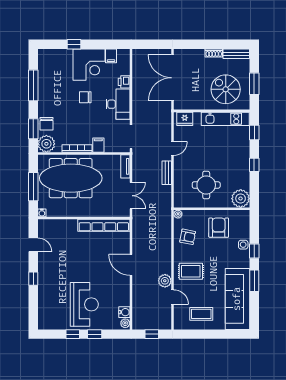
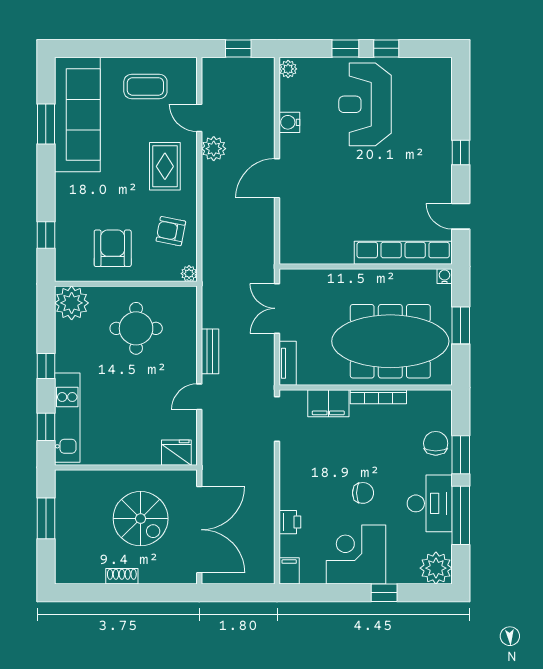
bench: (236, 54) -> (80, 575), removed
filing cabinet: (111, 56) -> (289, 571), moved
spiral stairs: (226, 89) -> (141, 519), moved
desk: (118, 104) -> (430, 503), moved, turned 180
kitchen unit: (225, 119) -> (67, 418), moved, turned 90
window: (33, 129) -> (461, 455), moved
plant: (46, 144) -> (436, 568), moved
filing cabinet: (98, 145) -> (328, 403), width x2.00
window: (33, 187) -> (461, 325), width x0.69
row of seats: (104, 225) -> (403, 253), moved
armchair: (219, 228) -> (113, 248), turned 180
side table: (243, 245) -> (67, 216), removed
window: (254, 251) -> (46, 235), moved
door: (131, 265) -> (277, 178), swing flipped
rug: (191, 271) -> (165, 166), turned 90
window: (254, 281) -> (46, 124), moved
water cooler: (124, 312) -> (289, 122), moved

